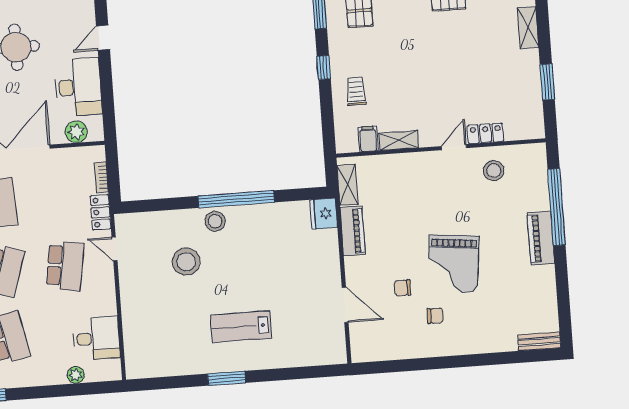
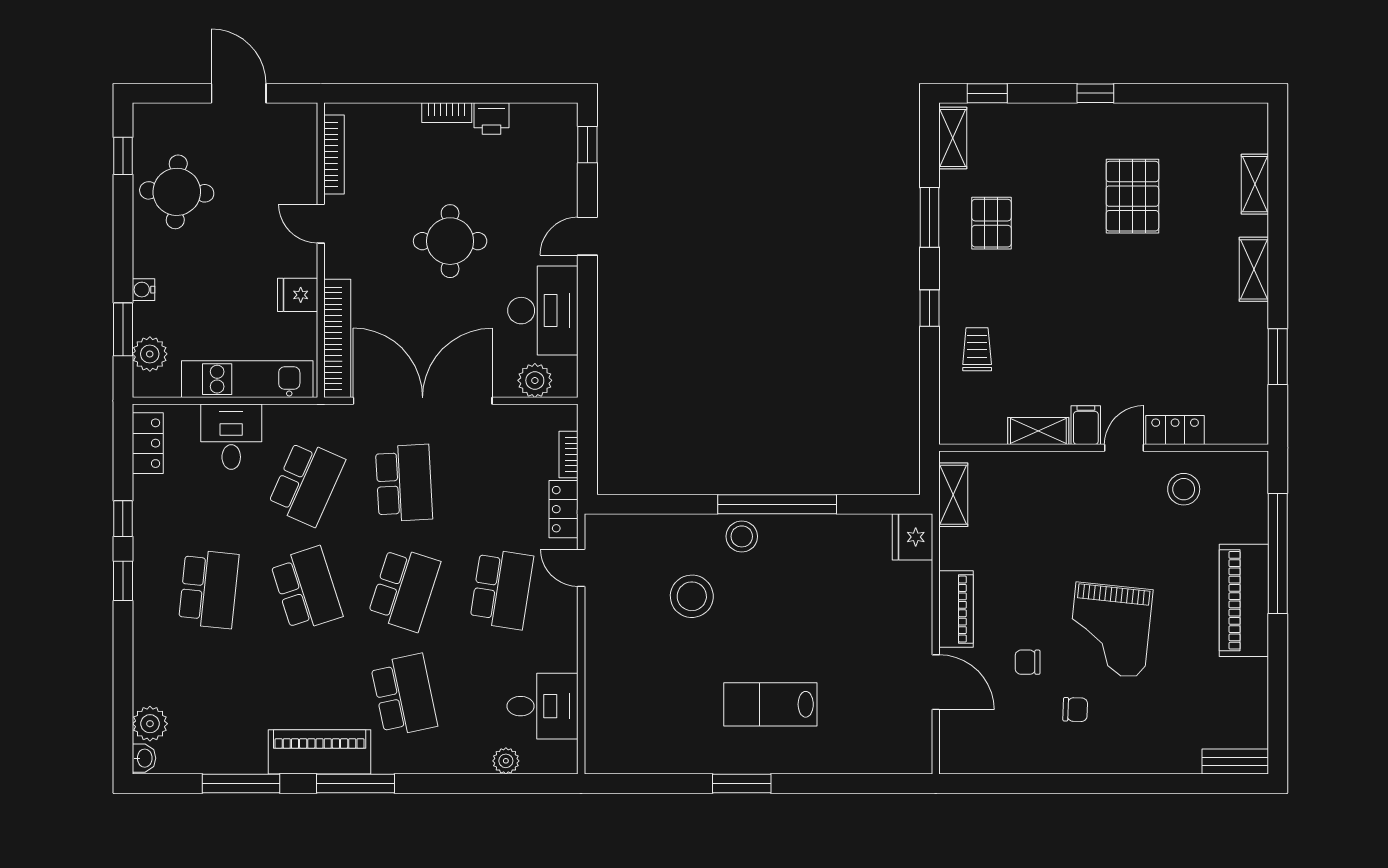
filing cabinet: (368, 139) -> (1086, 425), moved
piano: (353, 231) -> (956, 609), moved
piano: (541, 238) -> (1244, 600), width x1.37, depth x1.33

